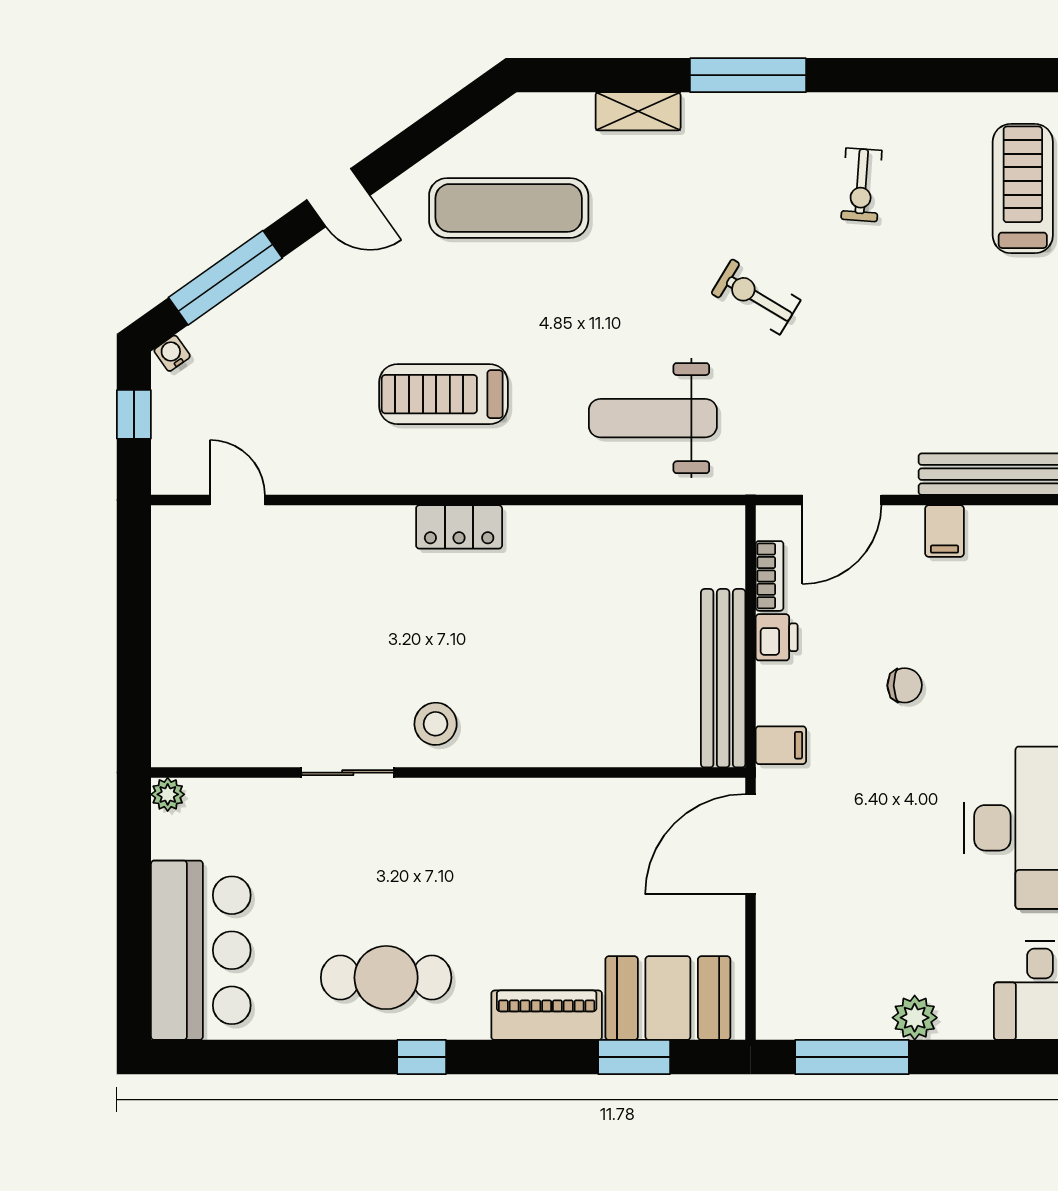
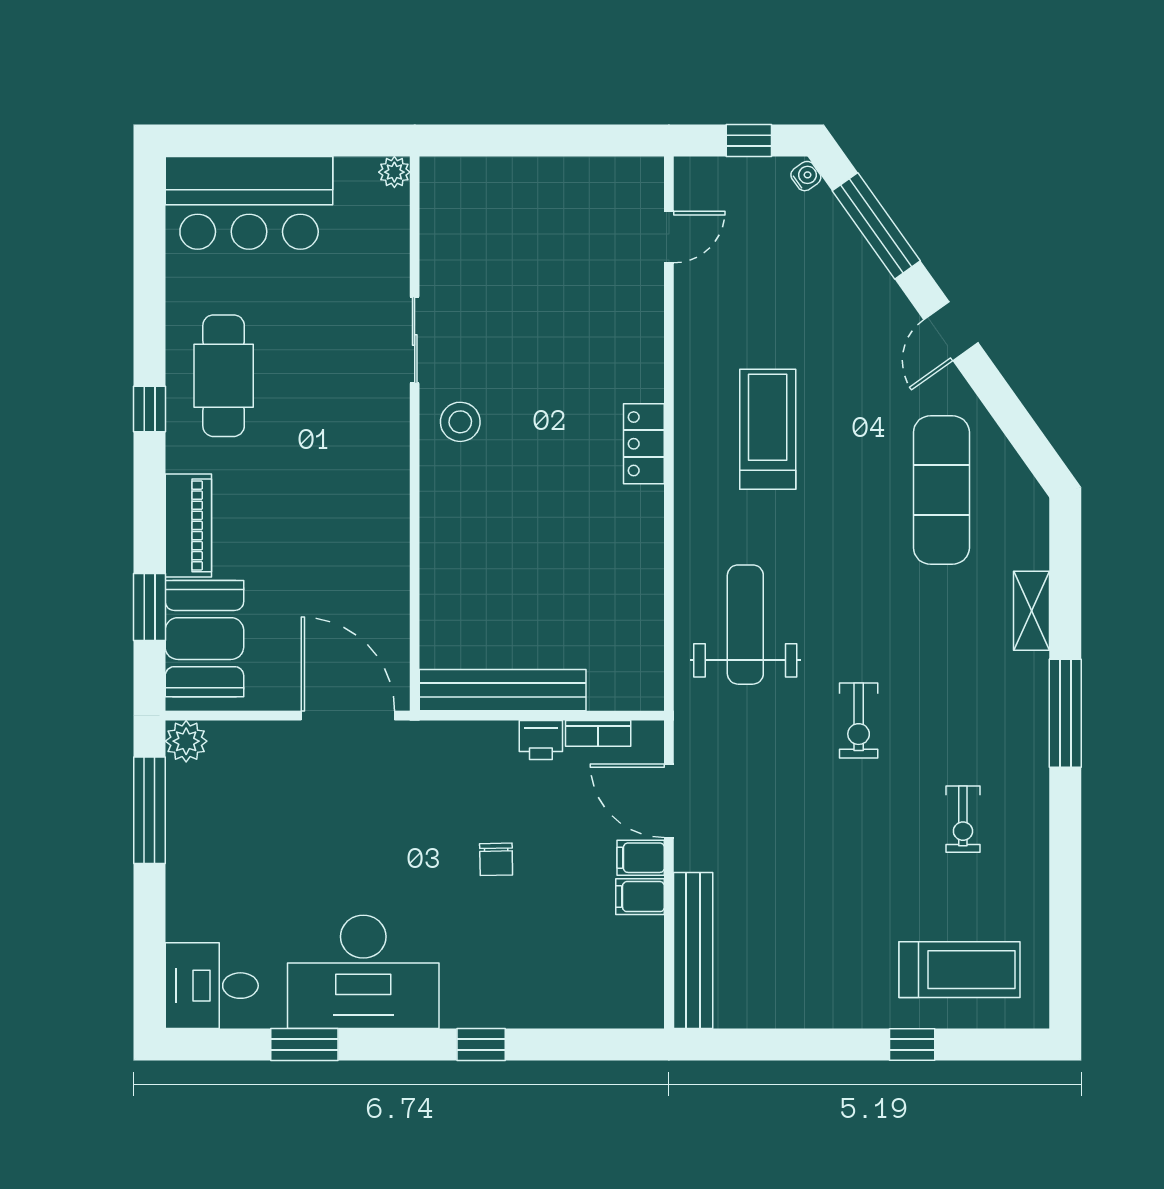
exercise bike: (861, 185) -> (963, 819), turned -94
exercise bike: (756, 297) -> (859, 721), turned 149
filing cabinet: (781, 745) -> (641, 858), moved, turned 90
plant: (915, 1018) -> (186, 741), moved

